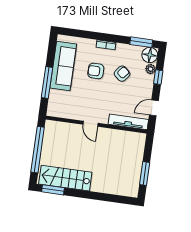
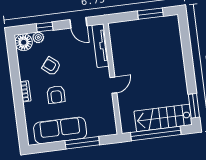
window: (141, 42) -> (13, 55), removed
stairs: (65, 178) -> (163, 118), moved, turned 90

